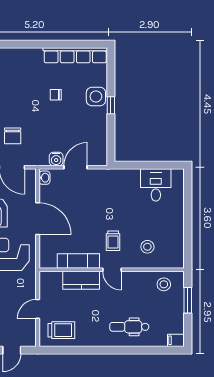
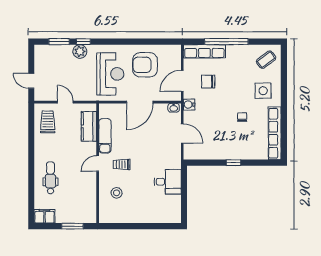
side table: (96, 96) -> (263, 91), moved
water cooler: (56, 159) -> (189, 105), moved
desk: (156, 185) -> (168, 182), moved
kitchen counter: (81, 280) -> (89, 126), moved
stool: (164, 284) -> (86, 206), removed
trolley: (61, 330) -> (48, 122), turned 180
filing cabinet: (176, 340) -> (45, 216), width x2.00

